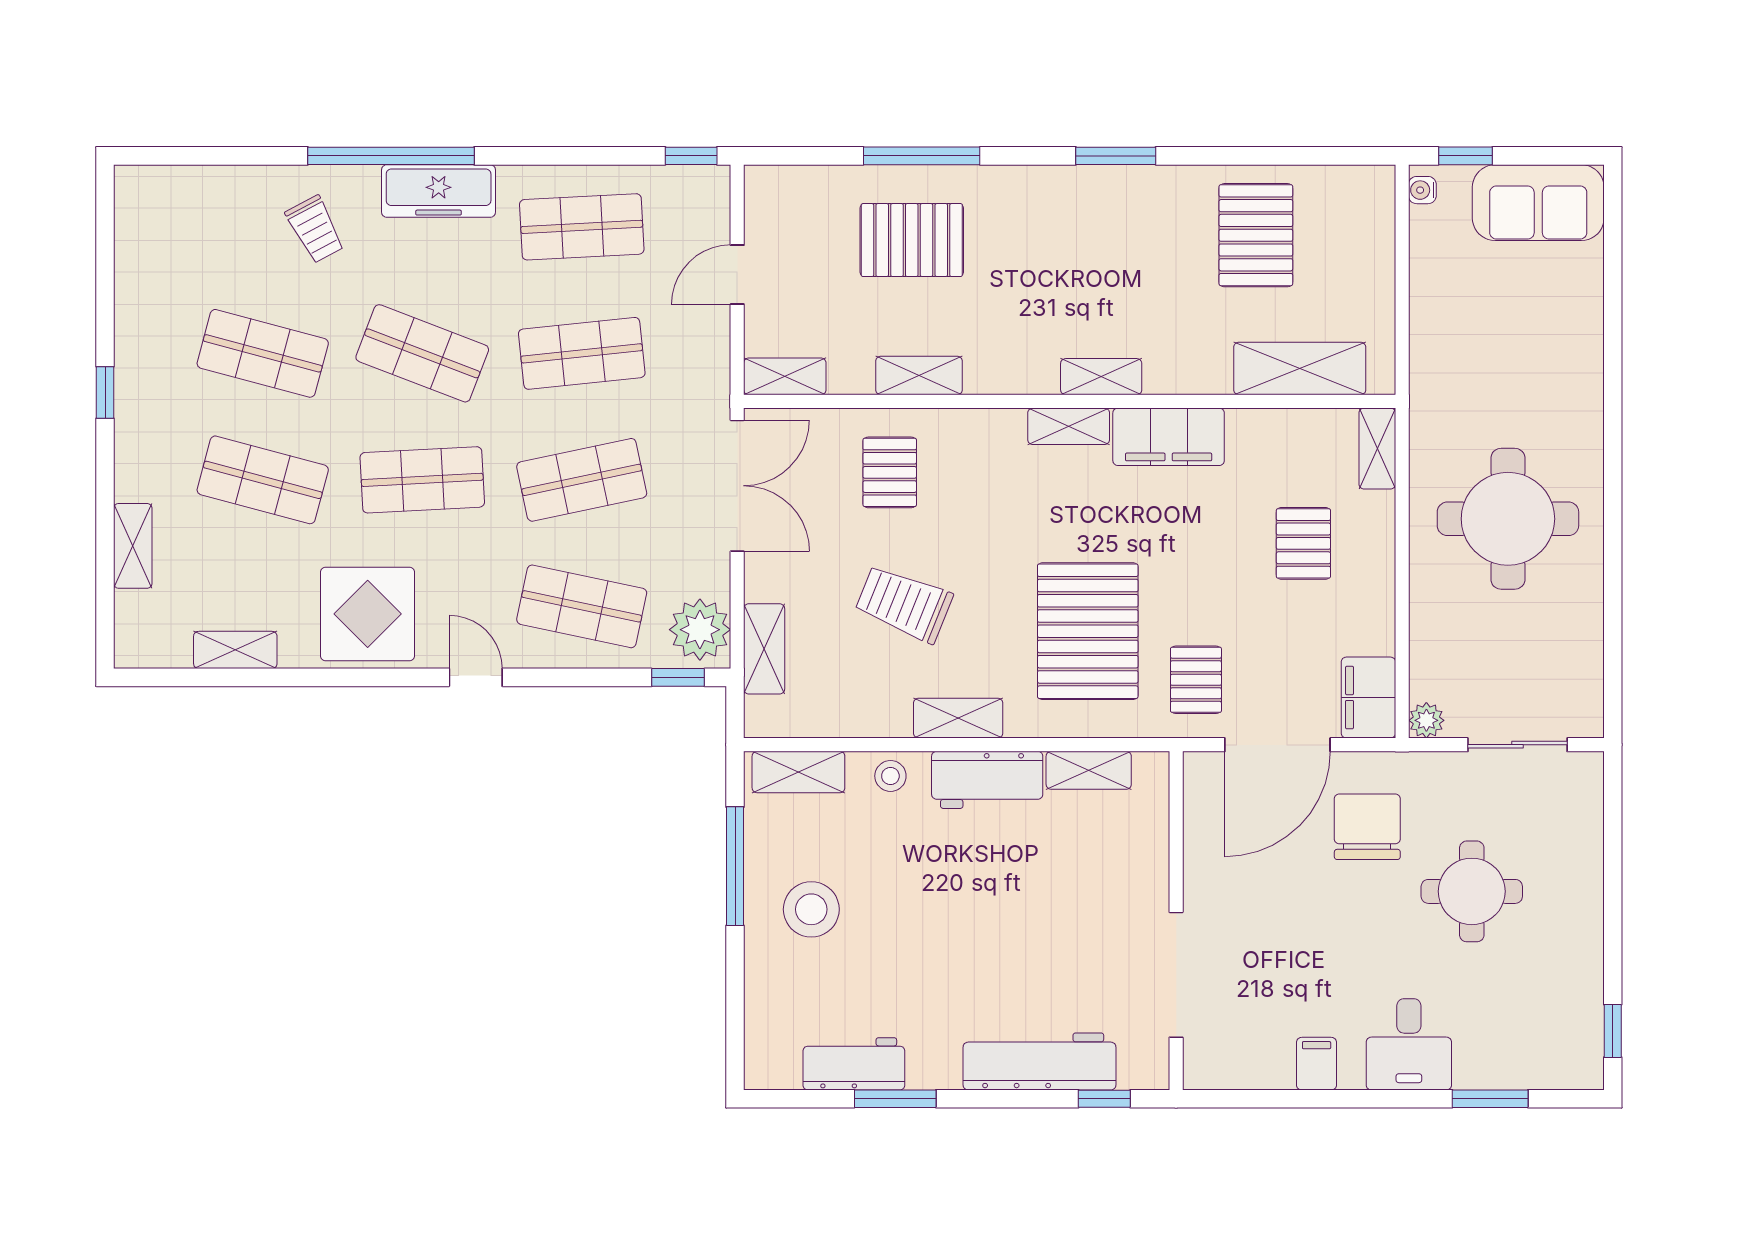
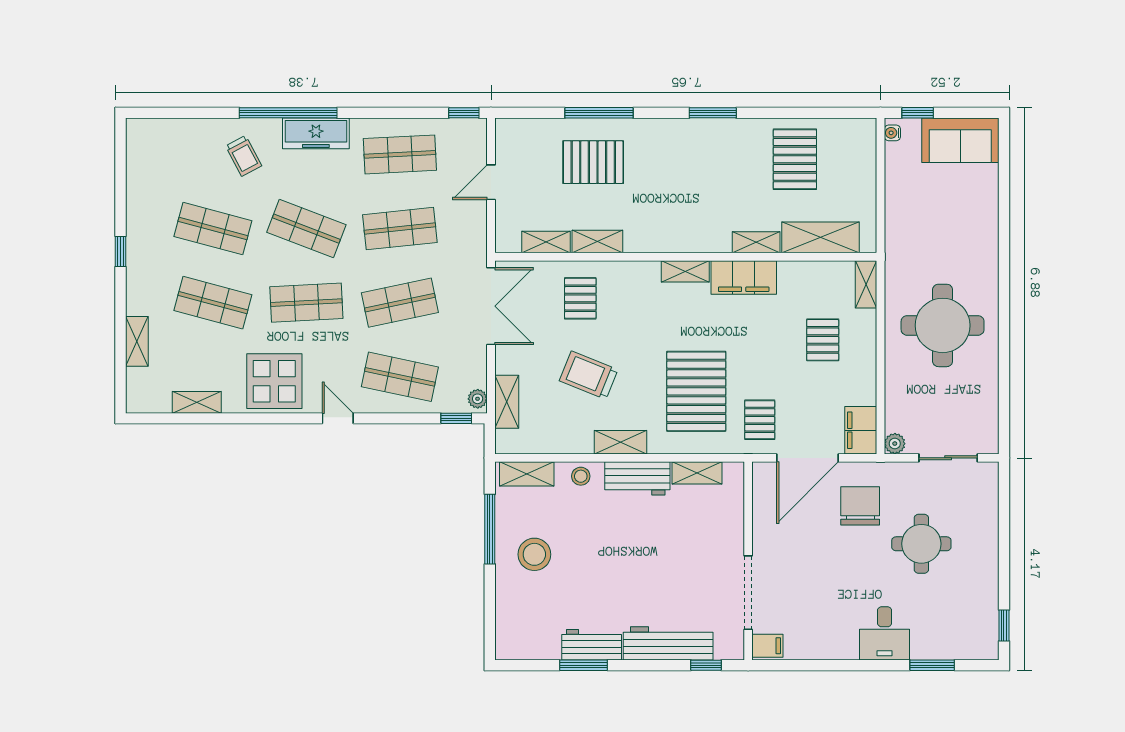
shelving: (785, 376) -> (546, 242), moved
shelving: (1101, 377) -> (756, 242), moved
plant: (700, 630) -> (478, 399), width x0.53, depth x0.53
workbench: (854, 1064) -> (592, 645), moved
filing cabinet: (1317, 1064) -> (767, 646), moved, turned 90

